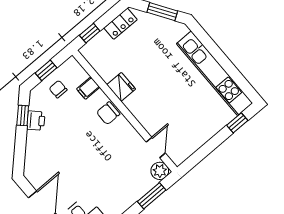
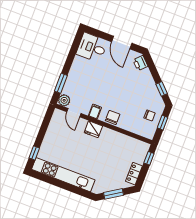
fridge: (121, 87) -> (93, 129), moved
filing cabinet: (88, 88) -> (95, 112), moved
printer: (36, 121) -> (140, 63), moved

